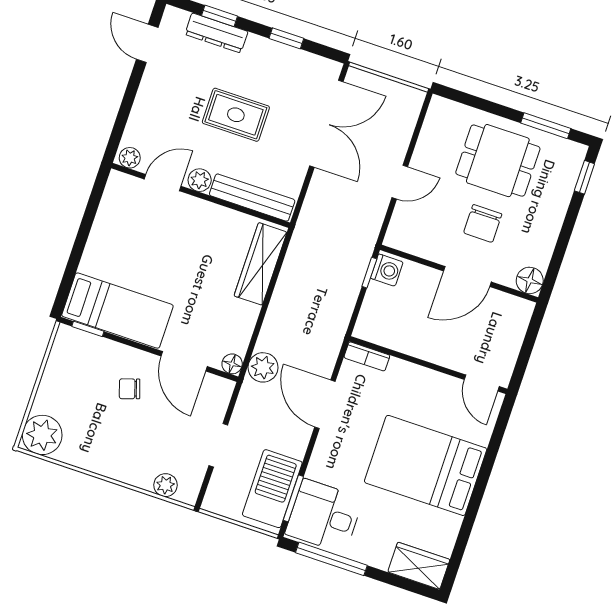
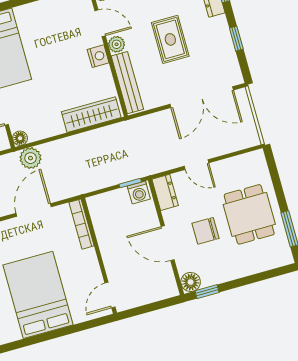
window: (584, 177) -> (207, 292), moved
nightstand: (199, 210) -> (98, 56), added
dresser: (407, 240) -> (165, 192), added
bookcase: (367, 356) -> (82, 224), width x1.56

